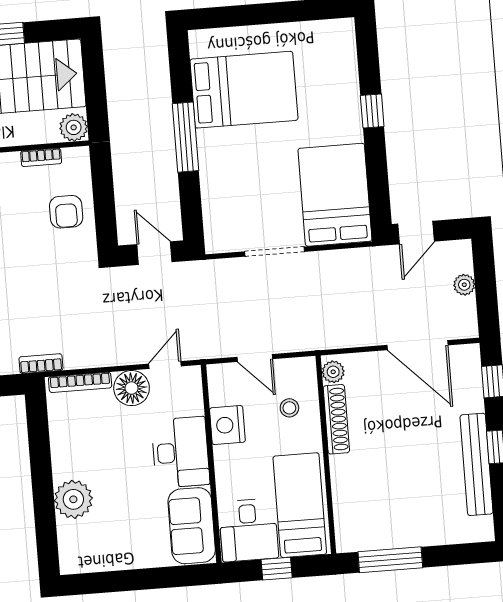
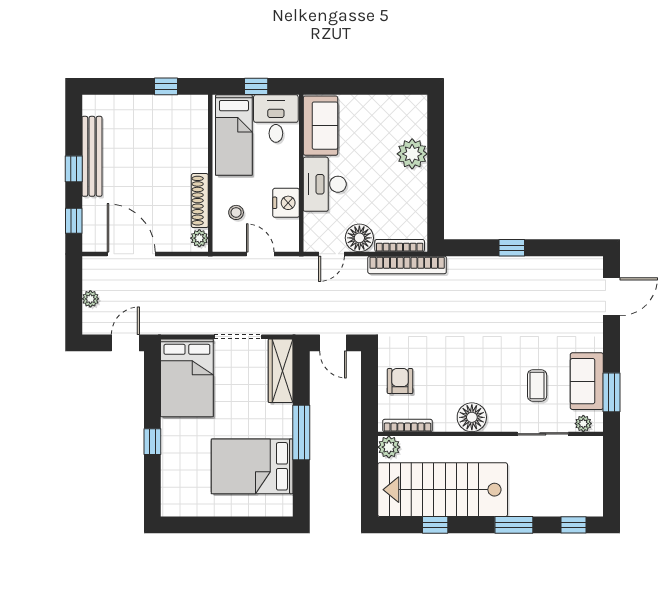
bookcase: (41, 157) -> (407, 426), width x1.56
wardrobe: (218, 213) -> (281, 371), added
bookcase: (41, 364) -> (407, 265), width x2.31, depth x1.31
window: (390, 560) -> (166, 86), width x0.46

